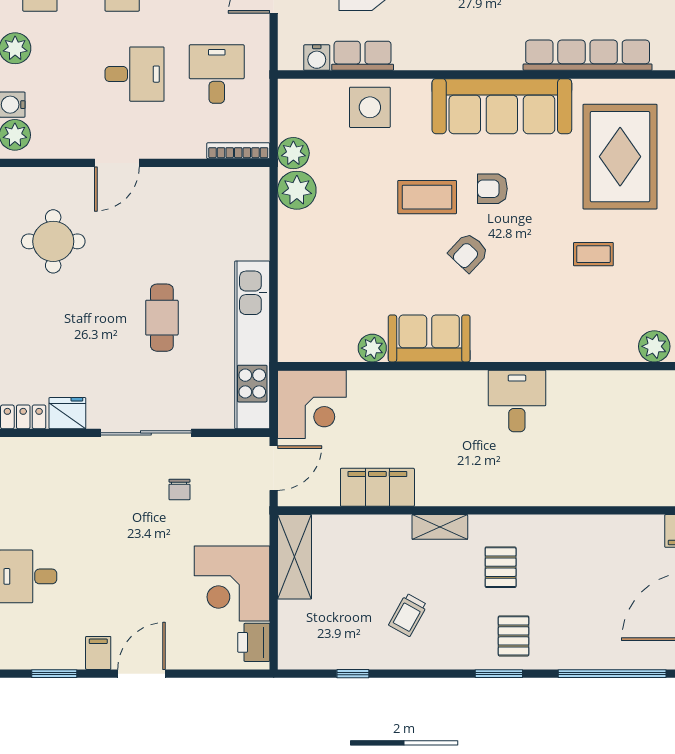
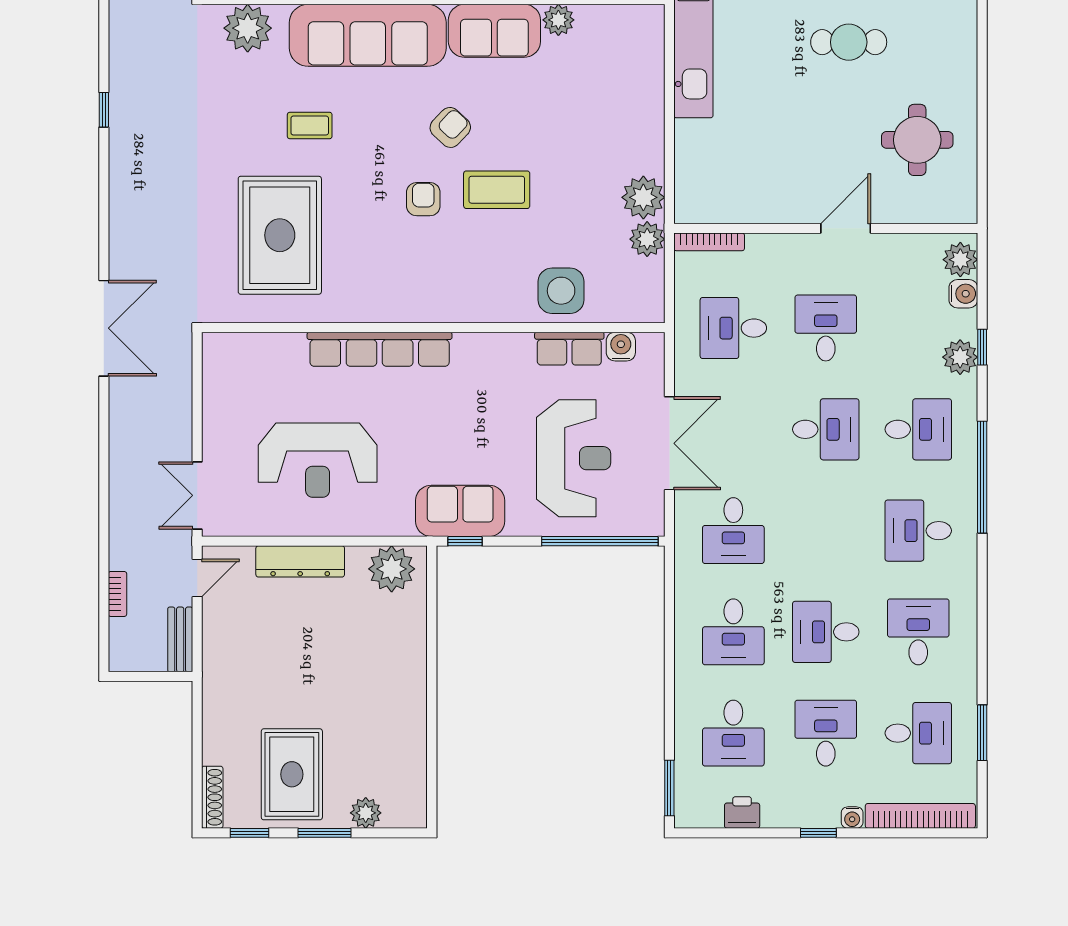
row of seats: (588, 55) -> (380, 349), moved
desk: (135, 74) -> (826, 328), turned 90
desk: (217, 74) -> (733, 328), turned 90
sofa: (502, 106) -> (368, 35), moved, turned 180
armchair: (492, 189) -> (423, 199), turned -90
cafe table: (162, 318) -> (849, 42), moved, turned 90
plant: (654, 346) -> (248, 28), width x1.36, depth x1.36

